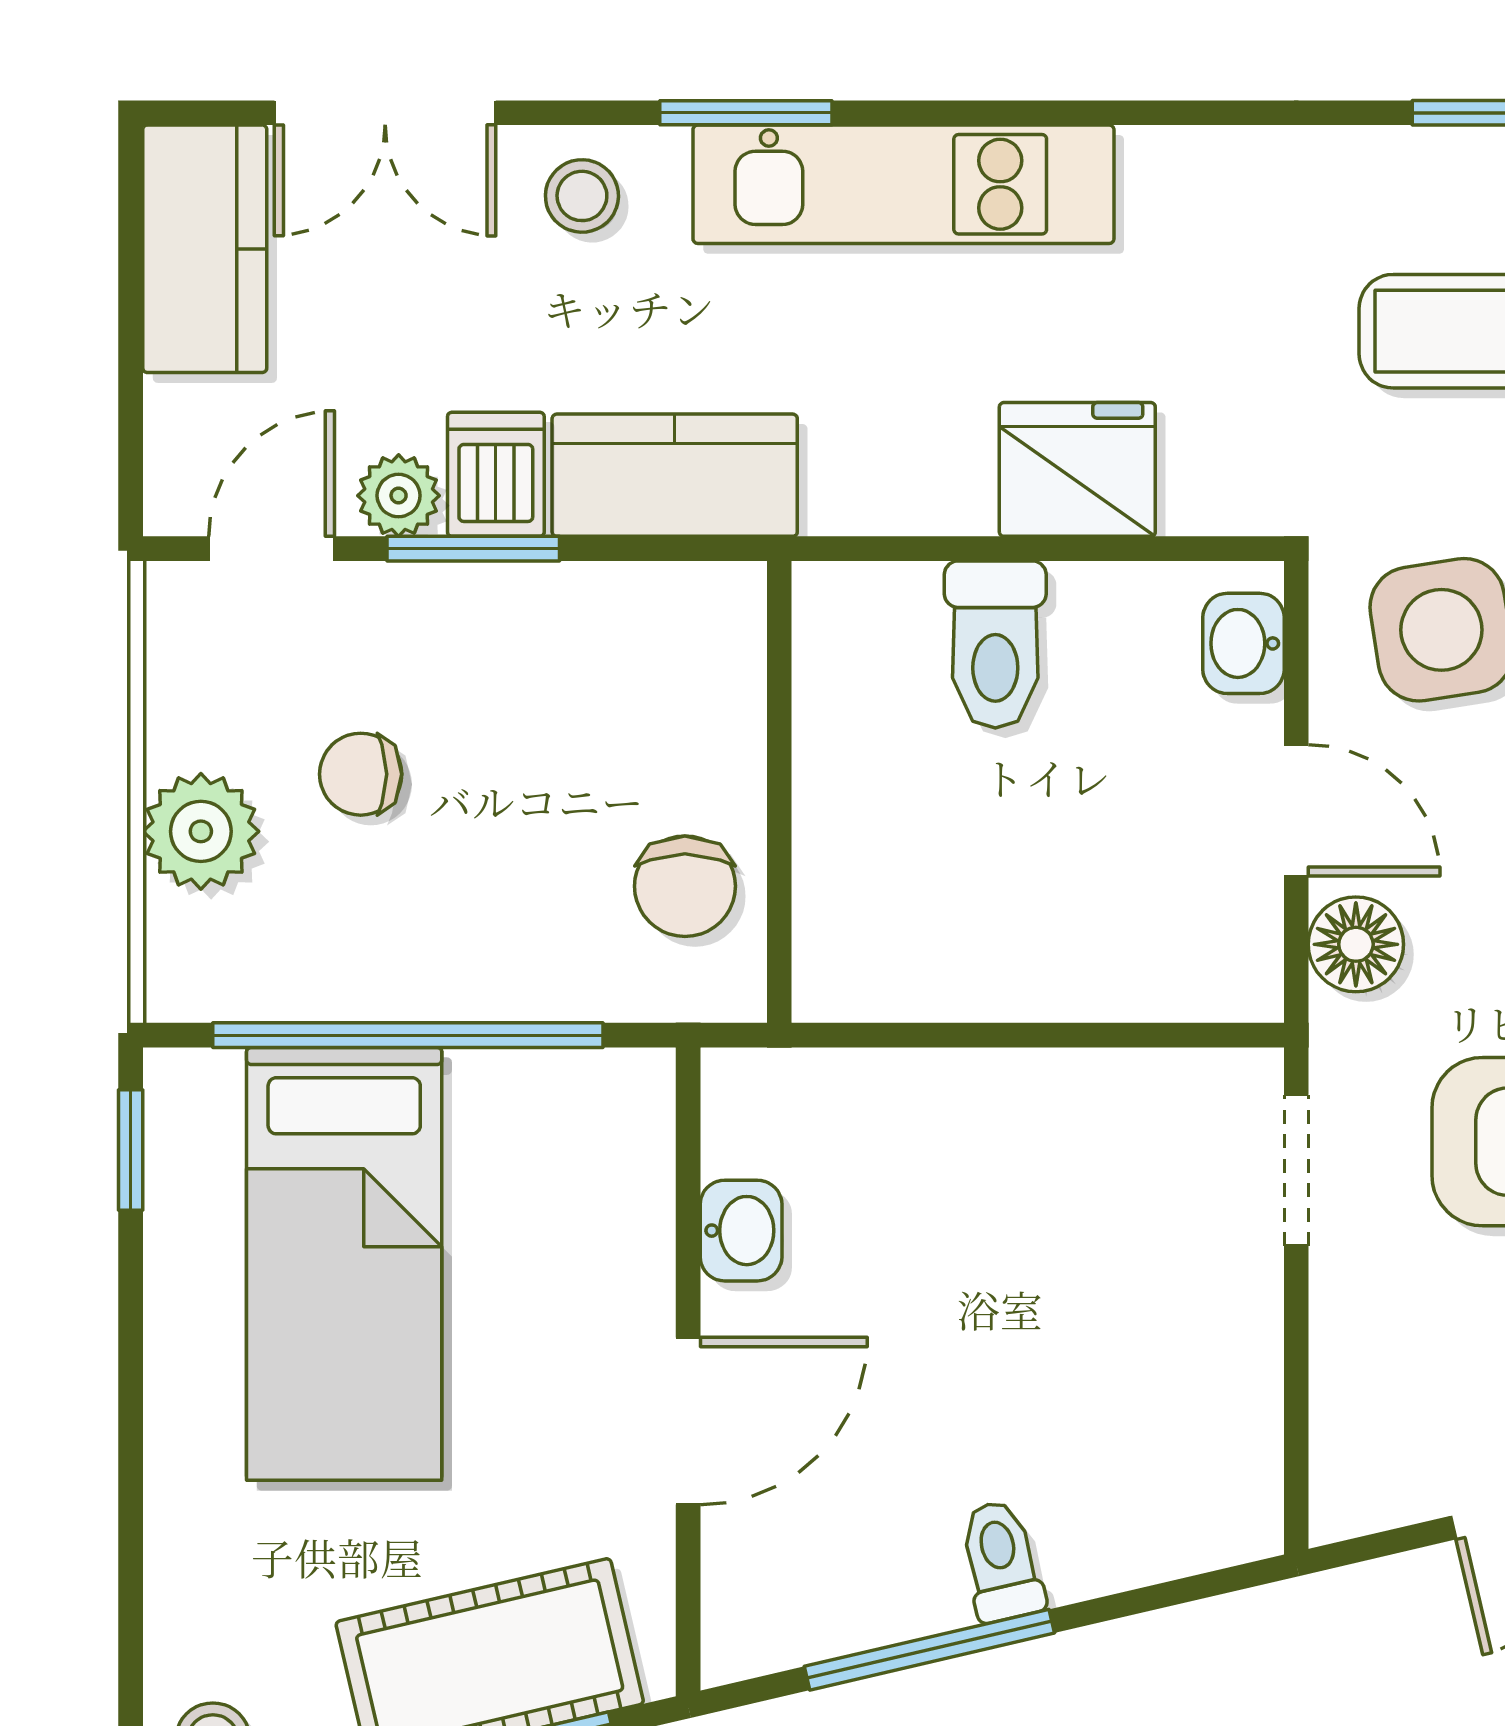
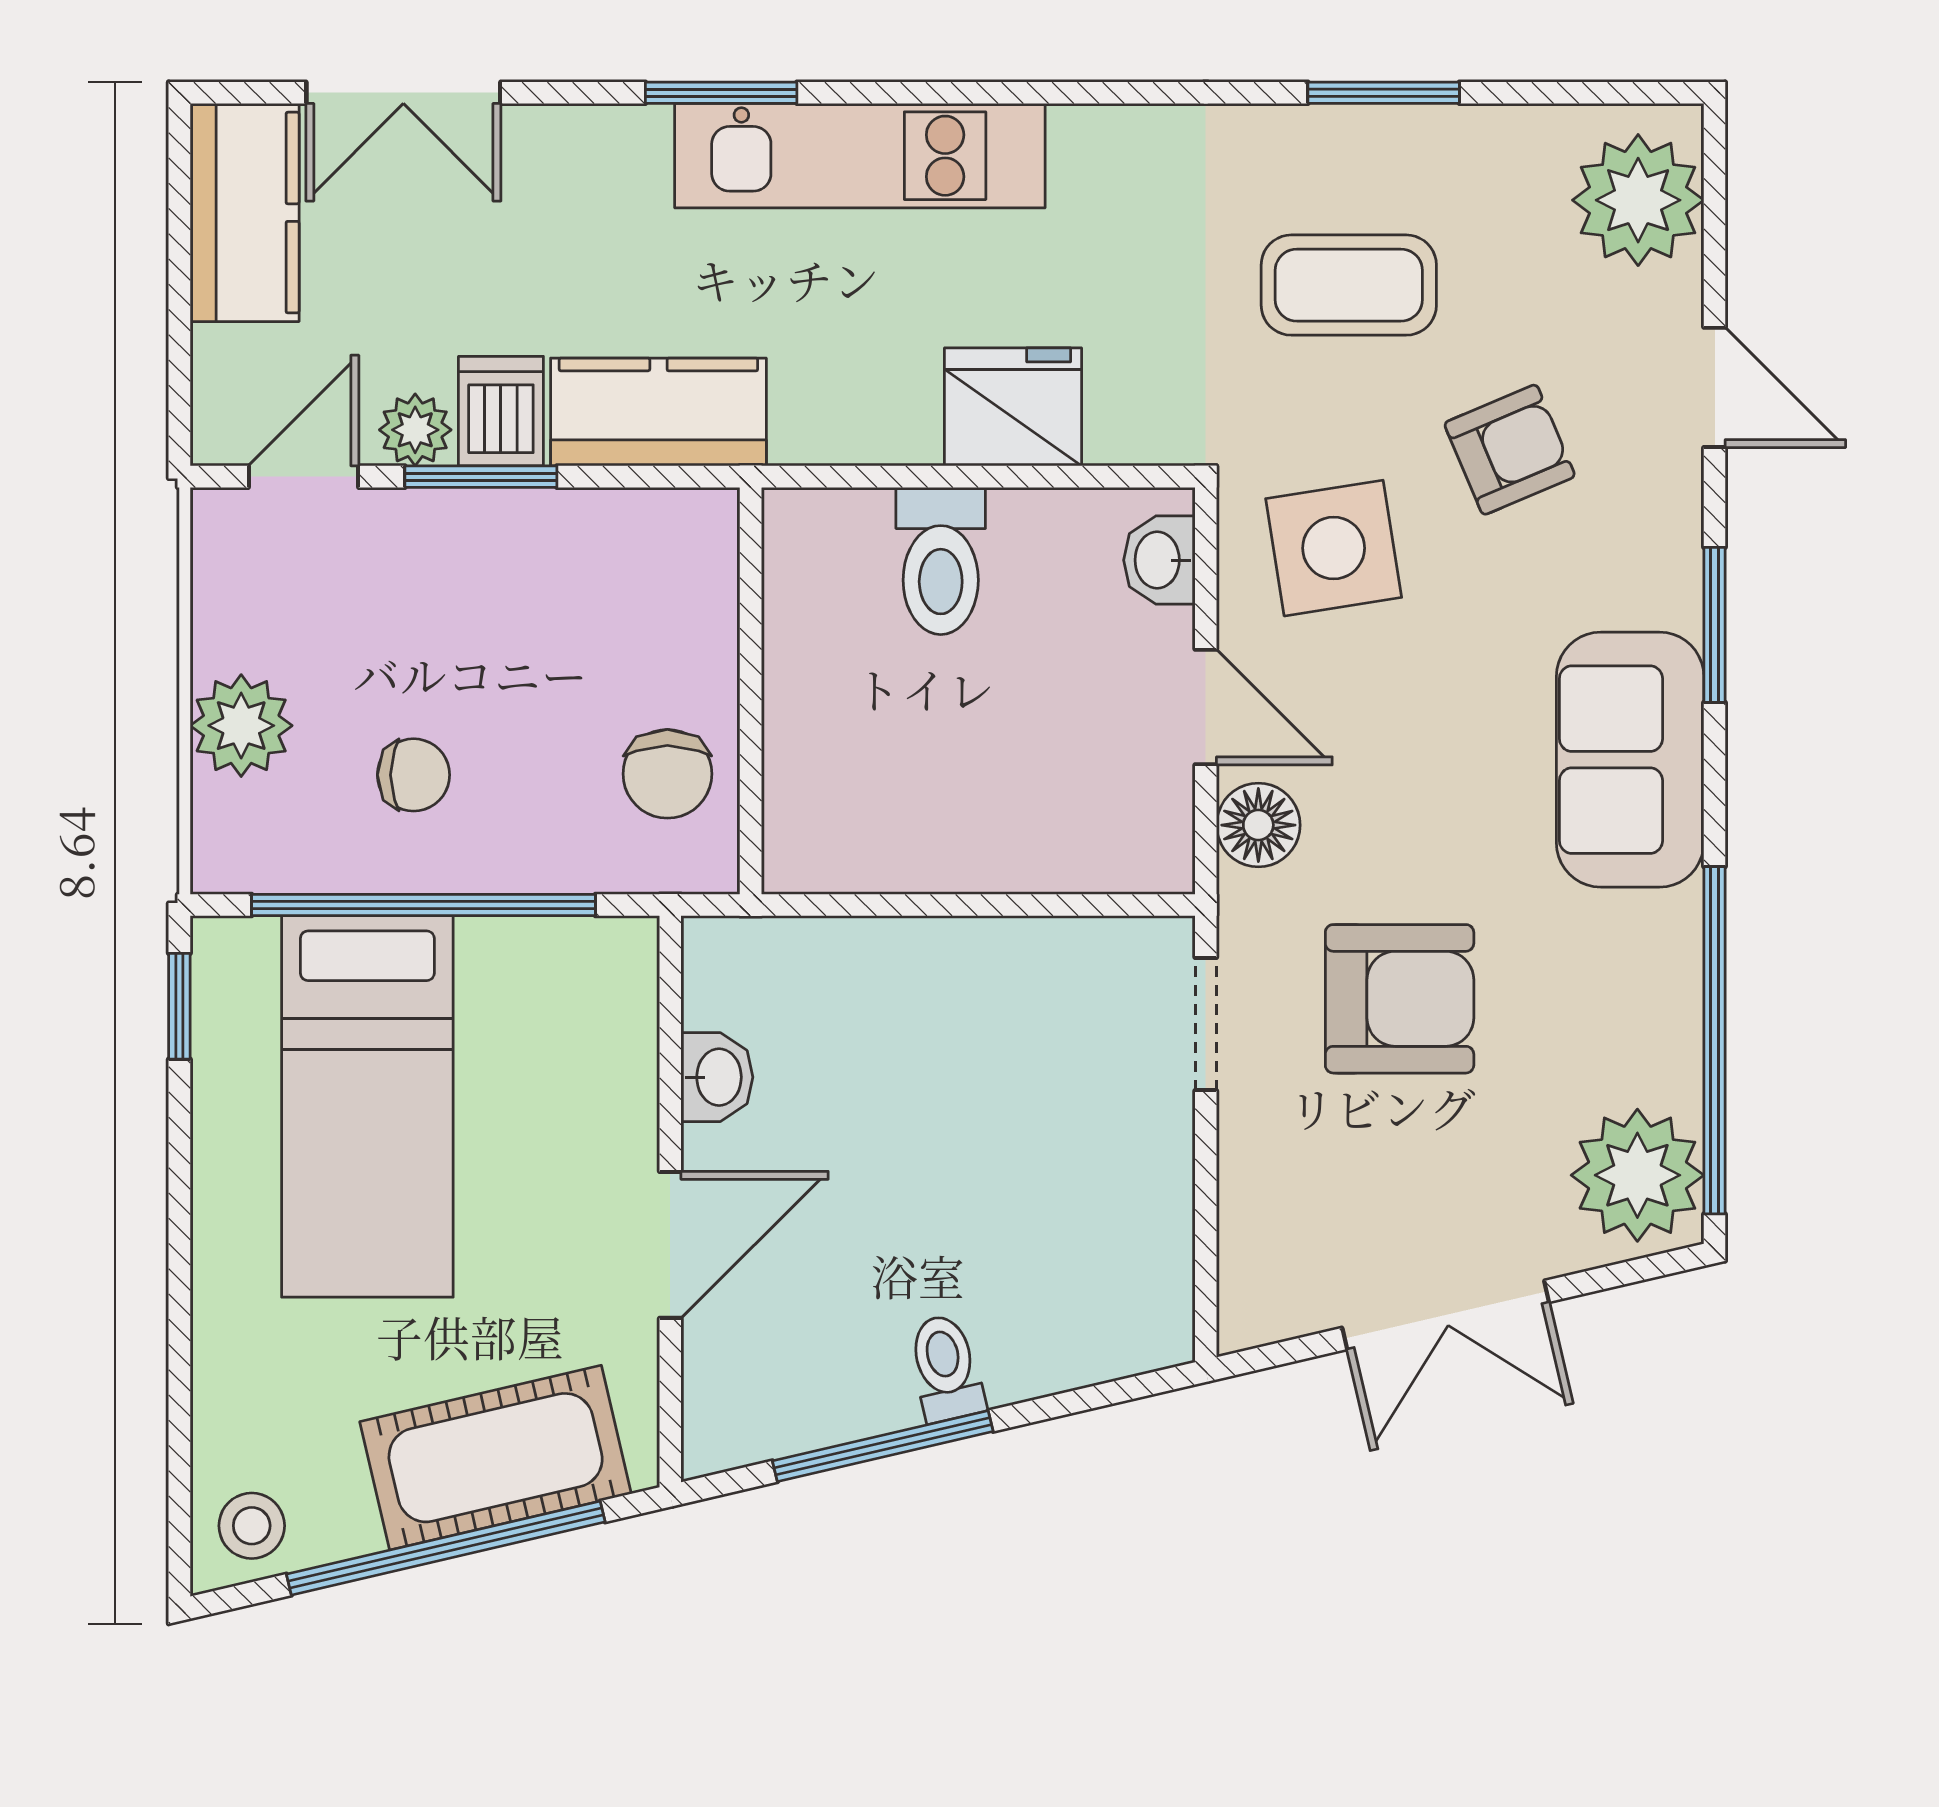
stool: (582, 196) -> (577, 166), removed
chair: (361, 774) -> (414, 775), moved, turned 180

